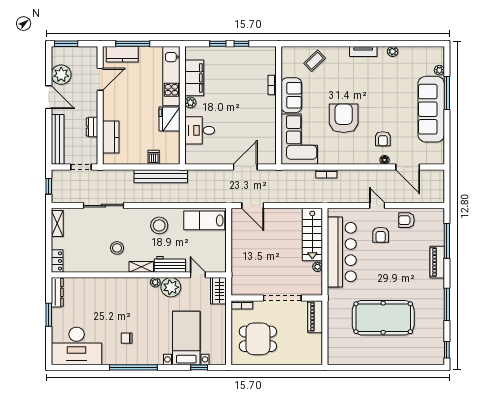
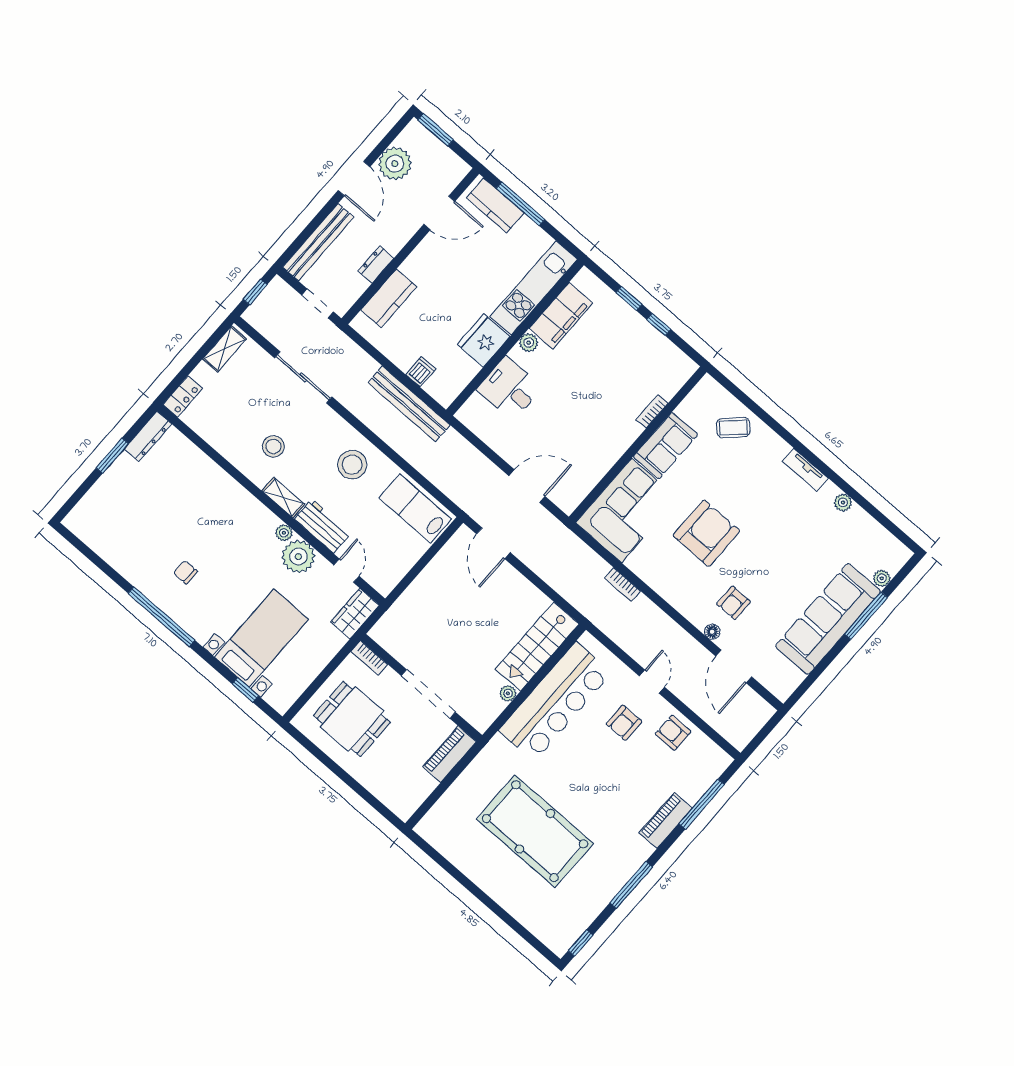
desk: (77, 346) -> (113, 526), removed

